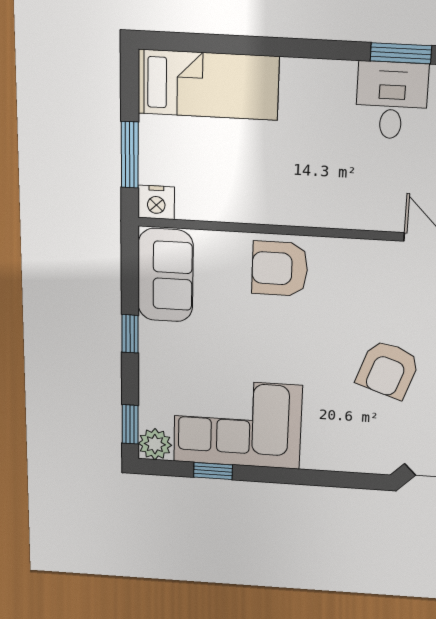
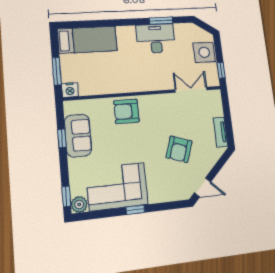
desk: (392, 101) -> (156, 39), width x1.37
sofa: (165, 275) -> (78, 135), moved
window: (130, 334) -> (62, 138), moved
window: (213, 471) -> (135, 210), moved

